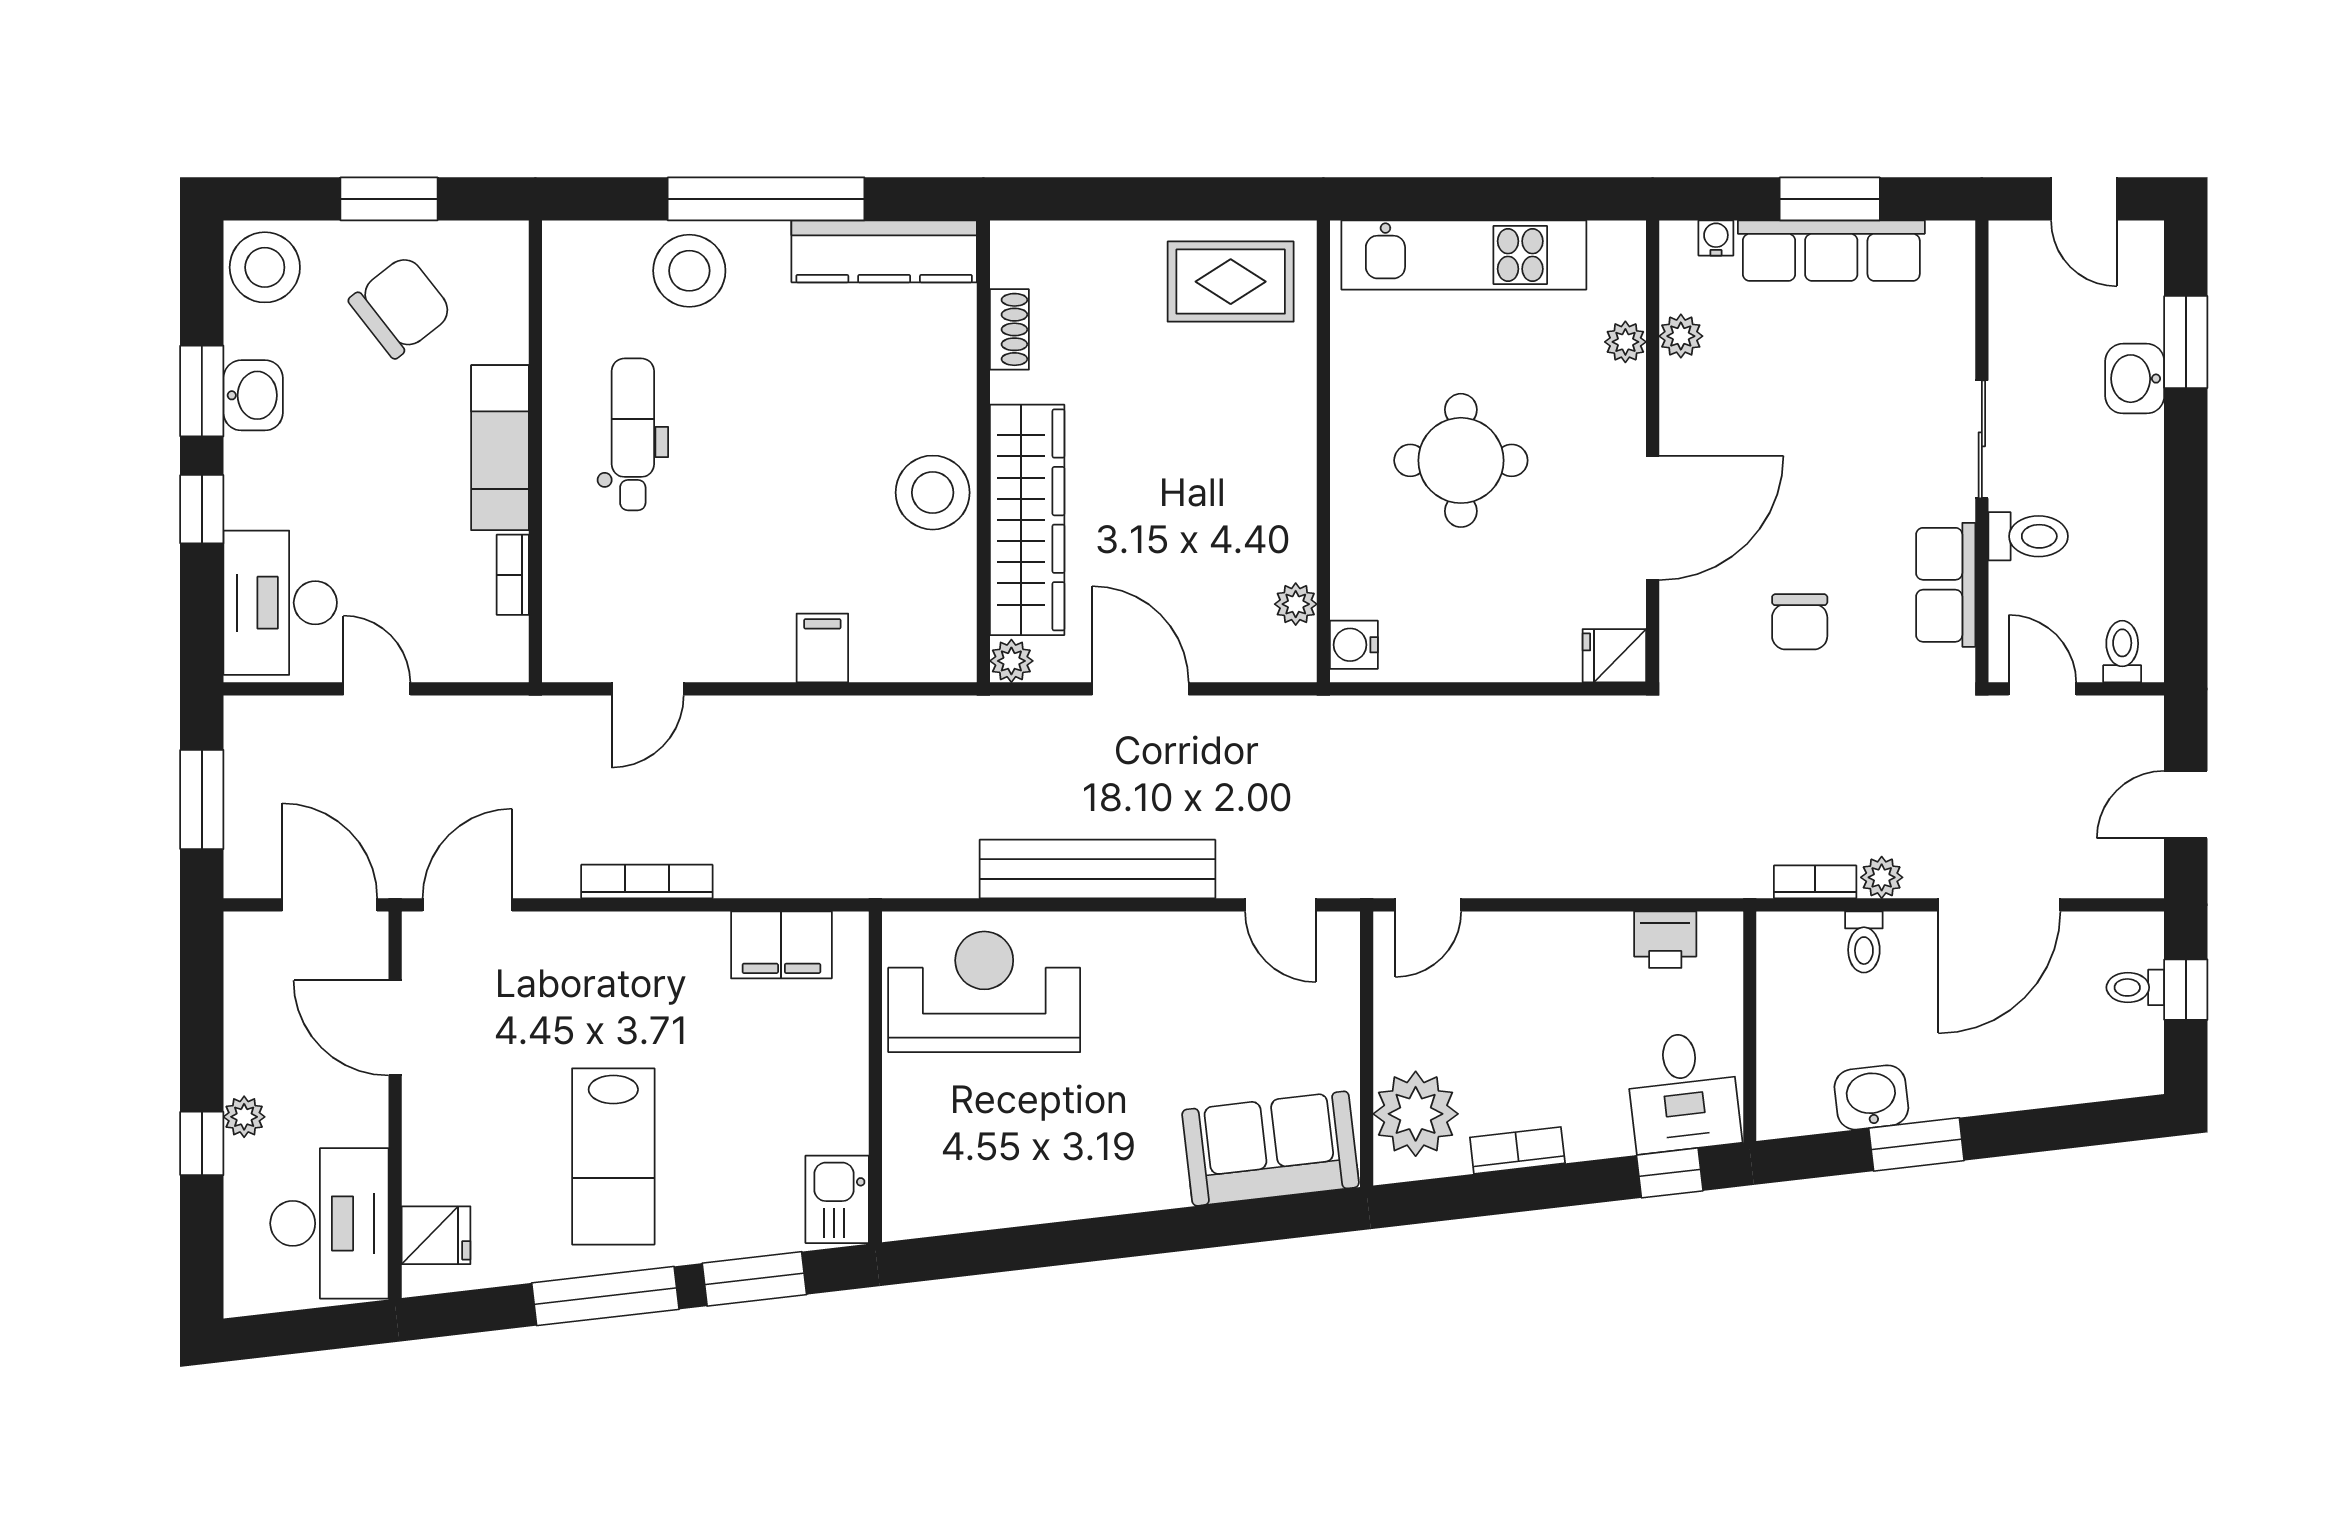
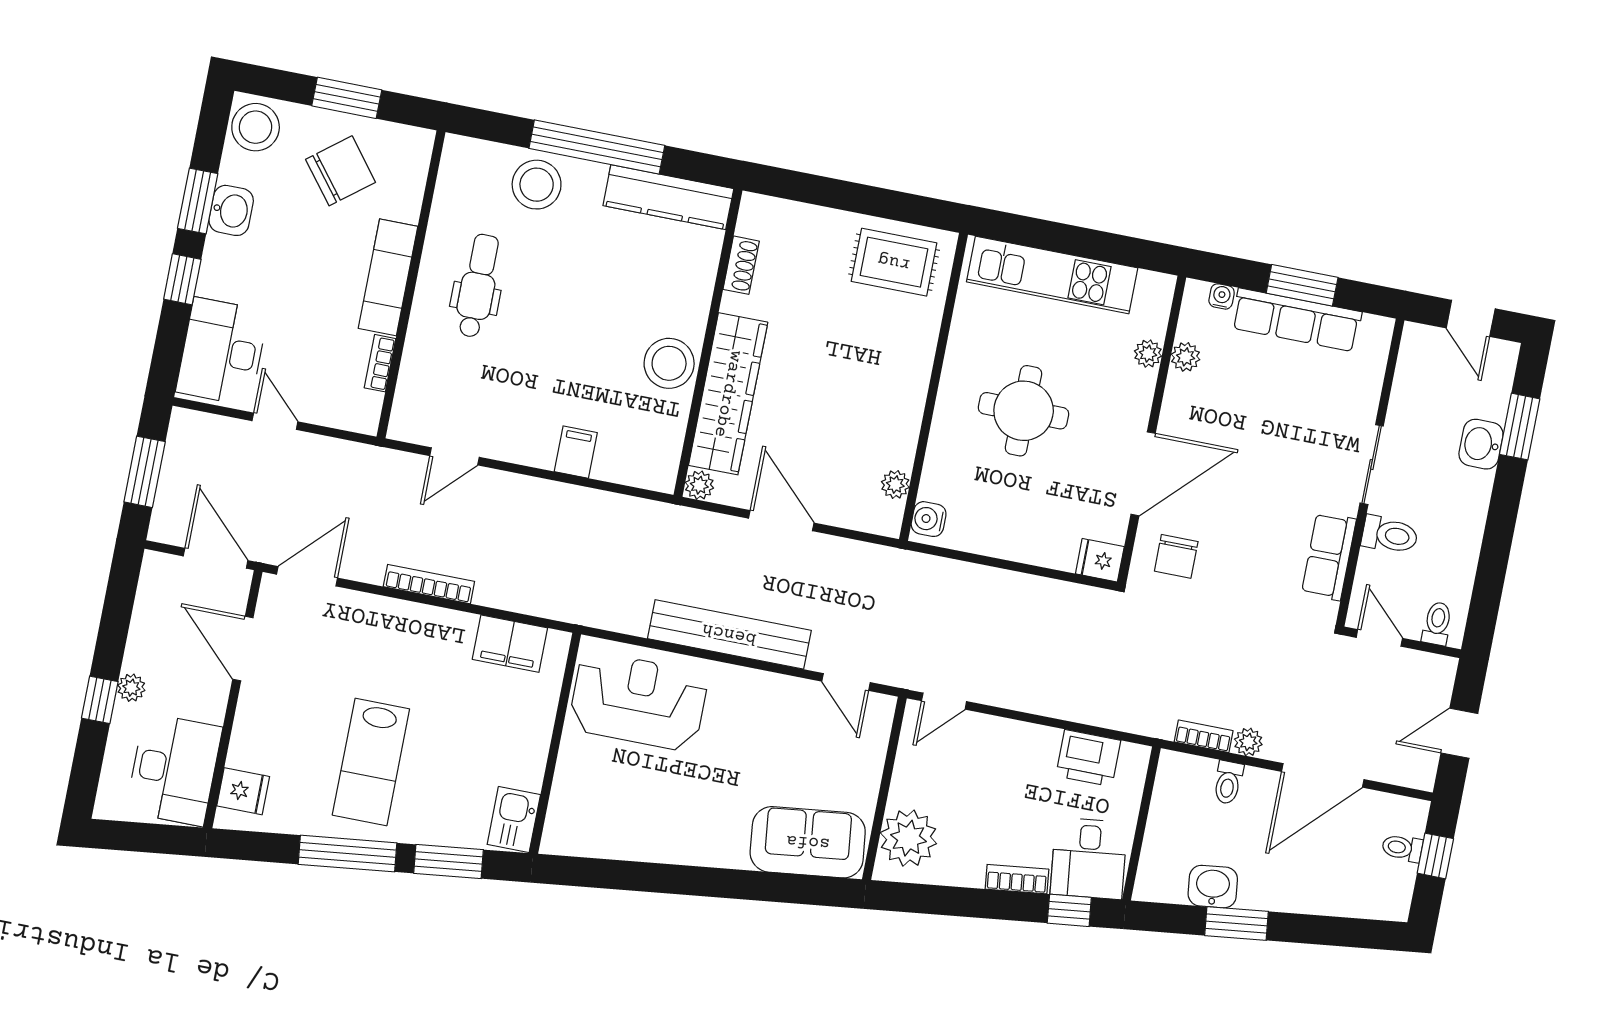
chair: (1800, 622) -> (1176, 556), moved
printer: (1665, 940) -> (1088, 758), width x1.36, depth x1.24
bookcase: (1517, 1150) -> (1017, 879), moved

